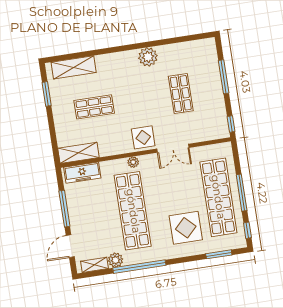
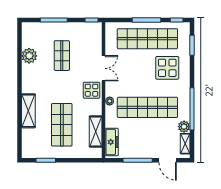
plant: (148, 57) -> (29, 56), moved
shelving: (74, 67) -> (28, 111), moved
shop shelf: (181, 94) -> (62, 56), turned 90
shop shelf: (94, 107) -> (62, 125), width x1.43, depth x1.36
shelving: (78, 153) -> (96, 132), moved

